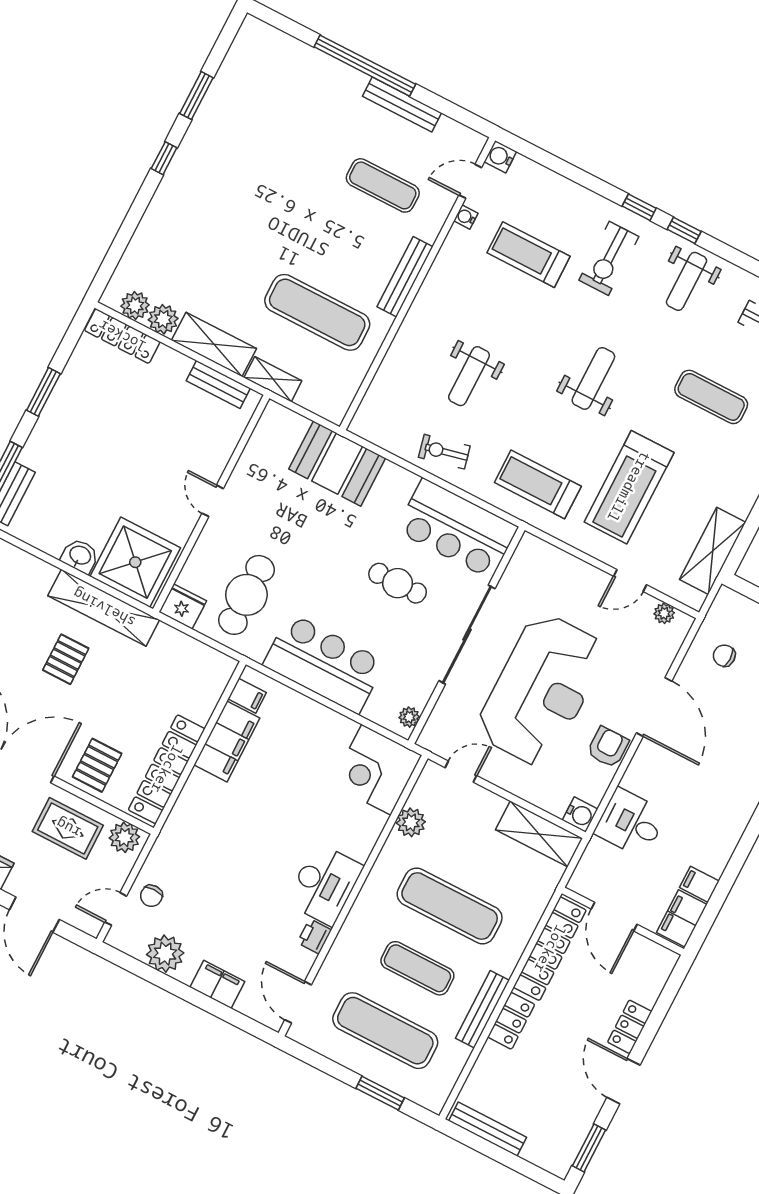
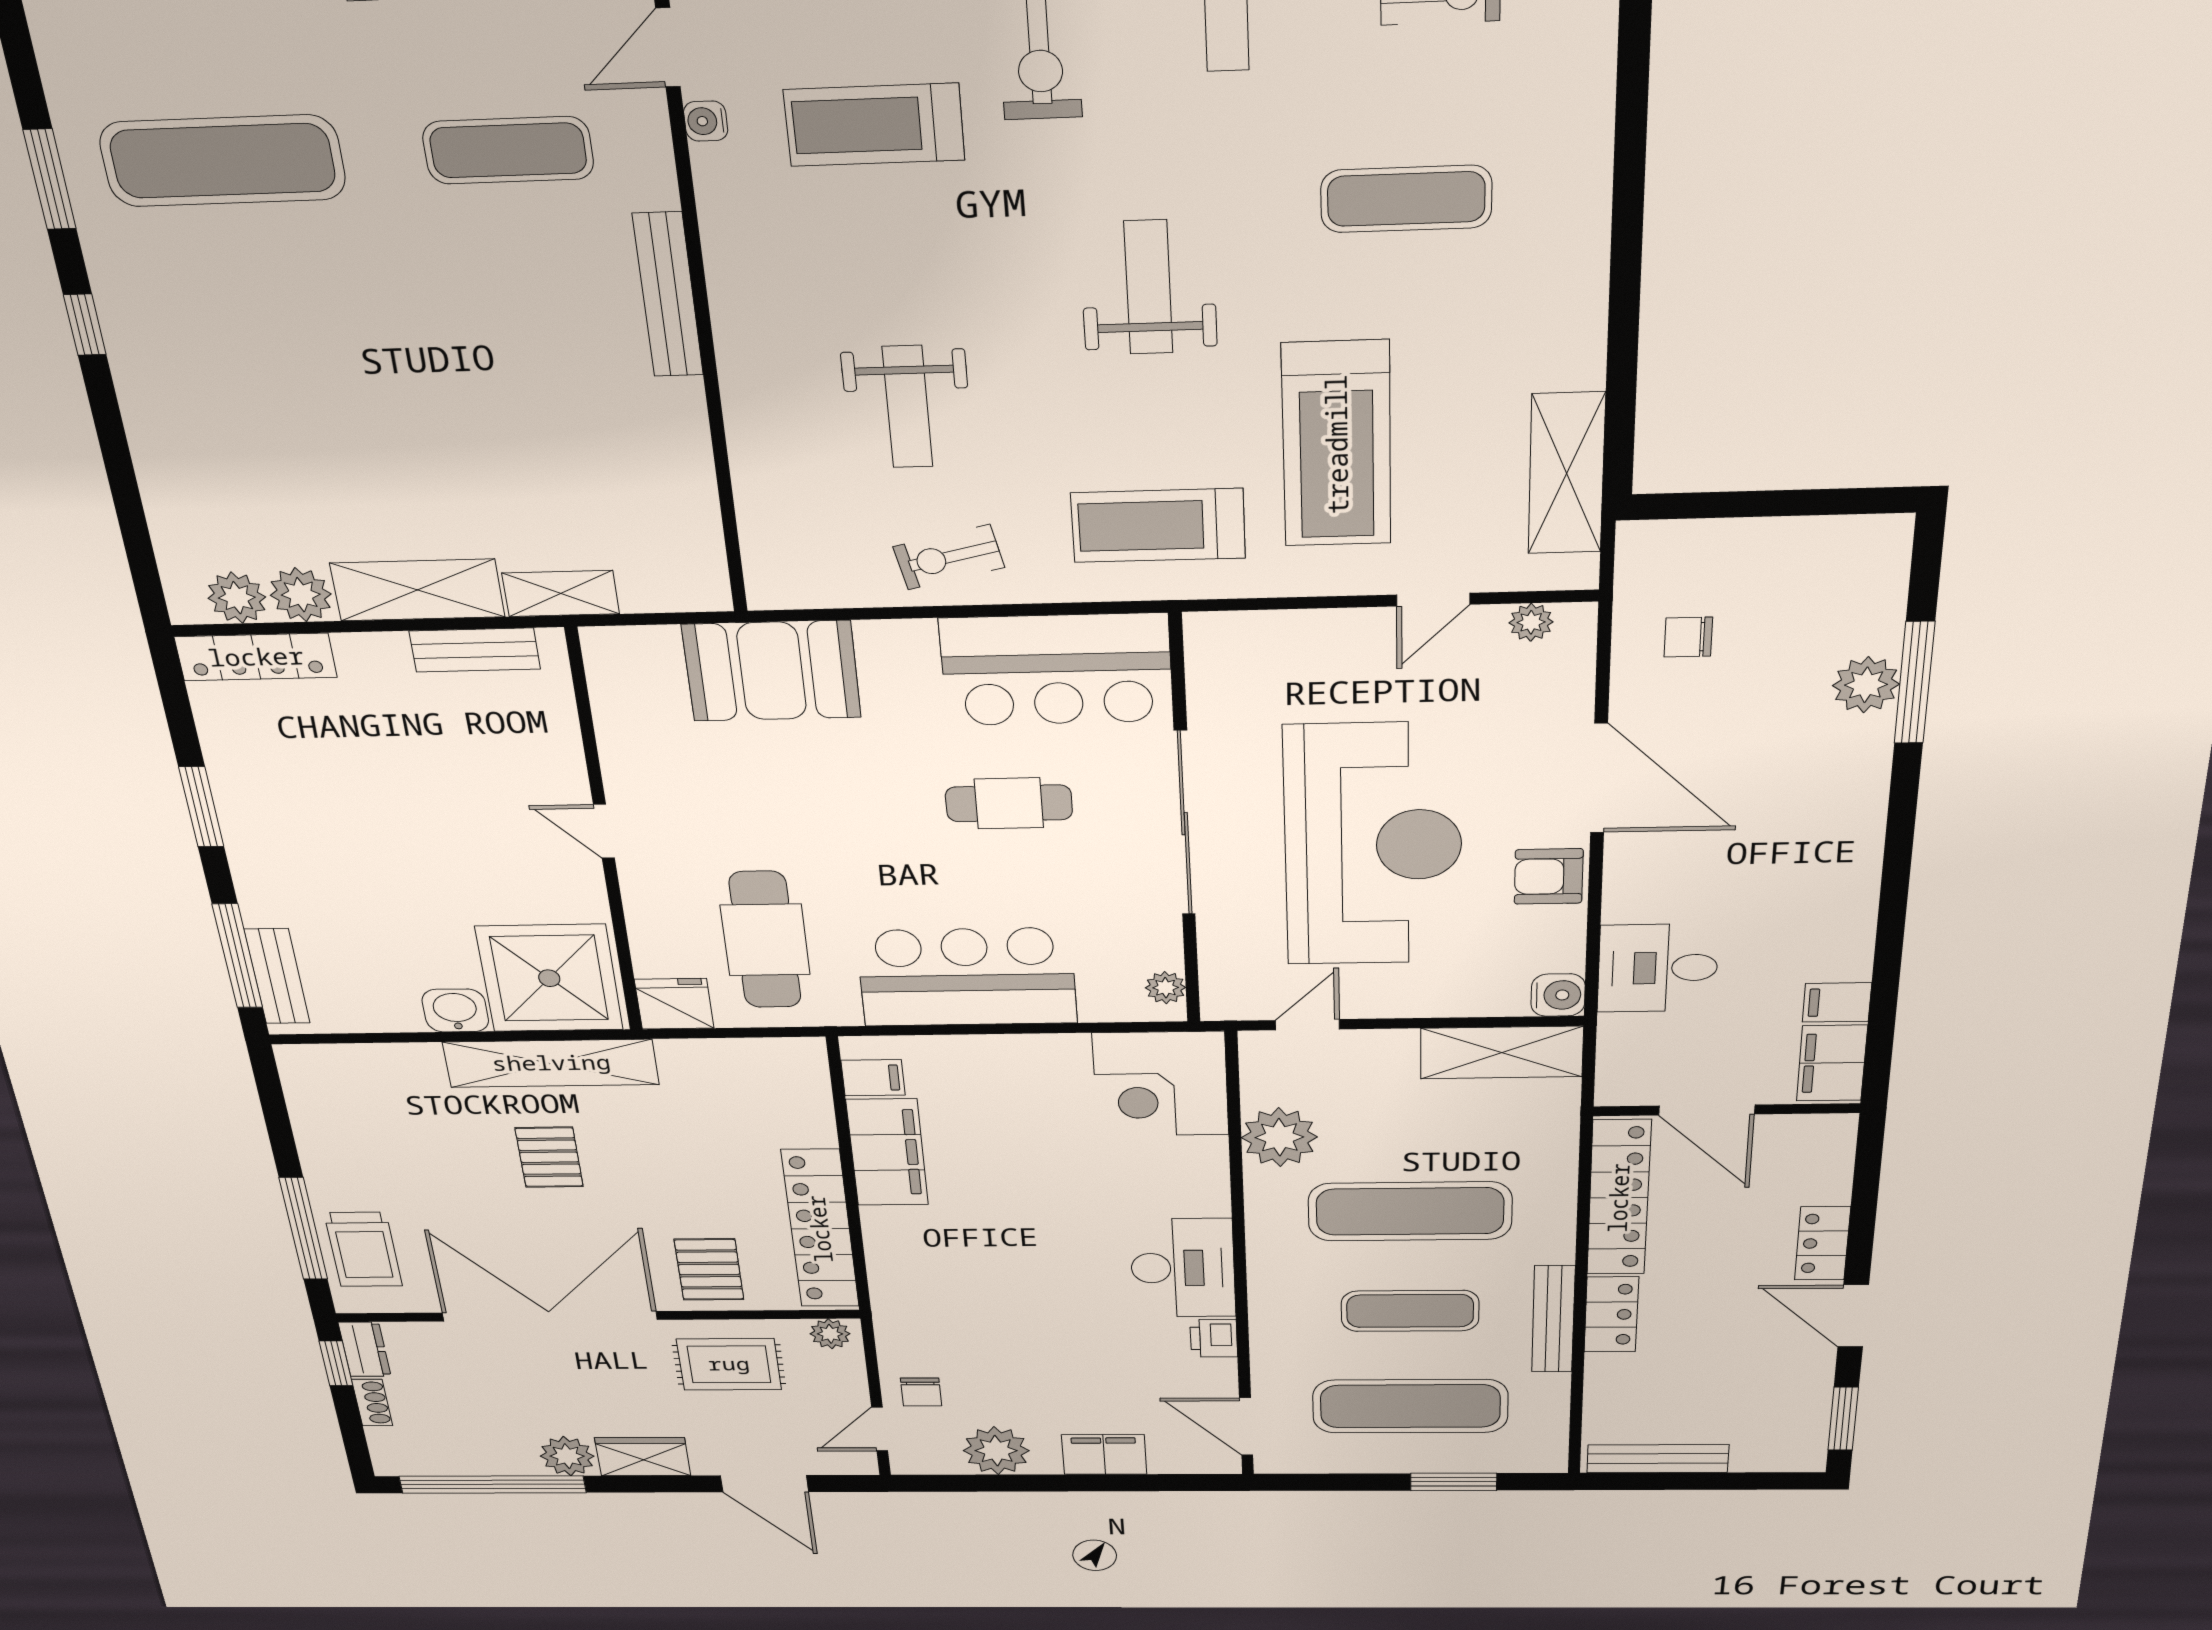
exercise mat: (317, 312) -> (223, 161), moved
armchair: (608, 747) -> (1549, 876), turned -90
plant: (411, 822) -> (1279, 1137), width x1.36, depth x1.36
plant: (124, 837) -> (830, 1334), width x0.73, depth x0.73

